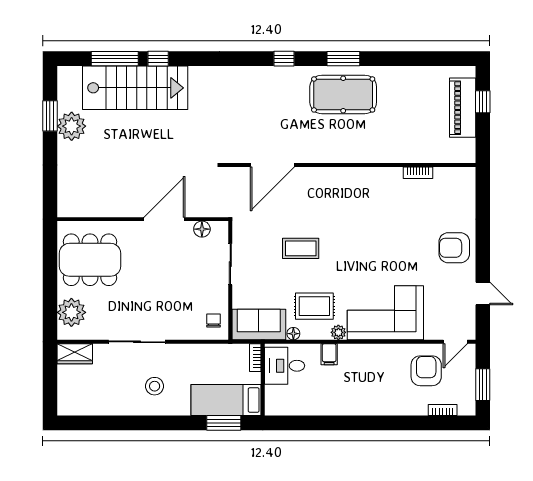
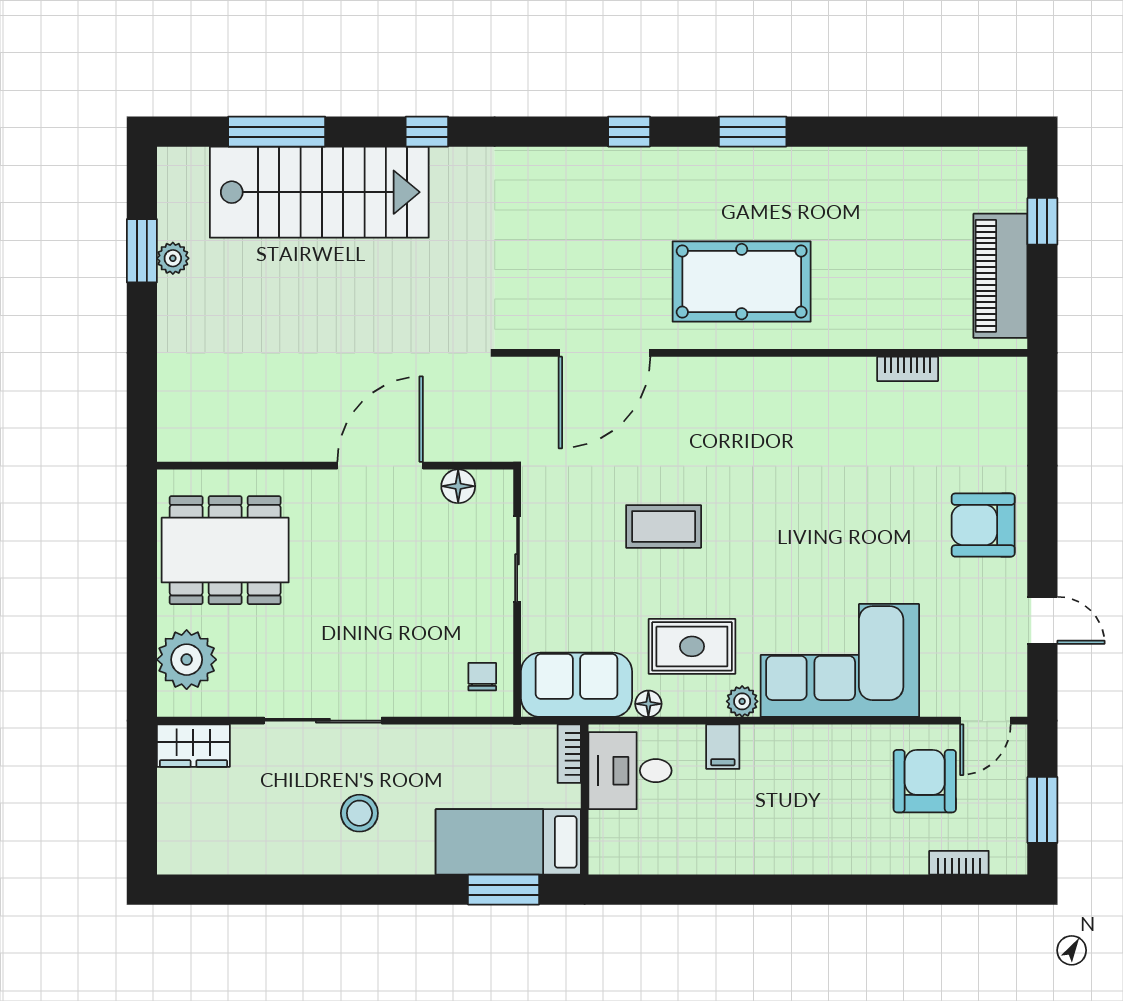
window: (158, 59) -> (427, 132), moved
pool table: (343, 94) -> (742, 282), moved
piano: (463, 108) -> (1000, 276), moved
plant: (72, 126) -> (173, 258), width x0.53, depth x0.53

